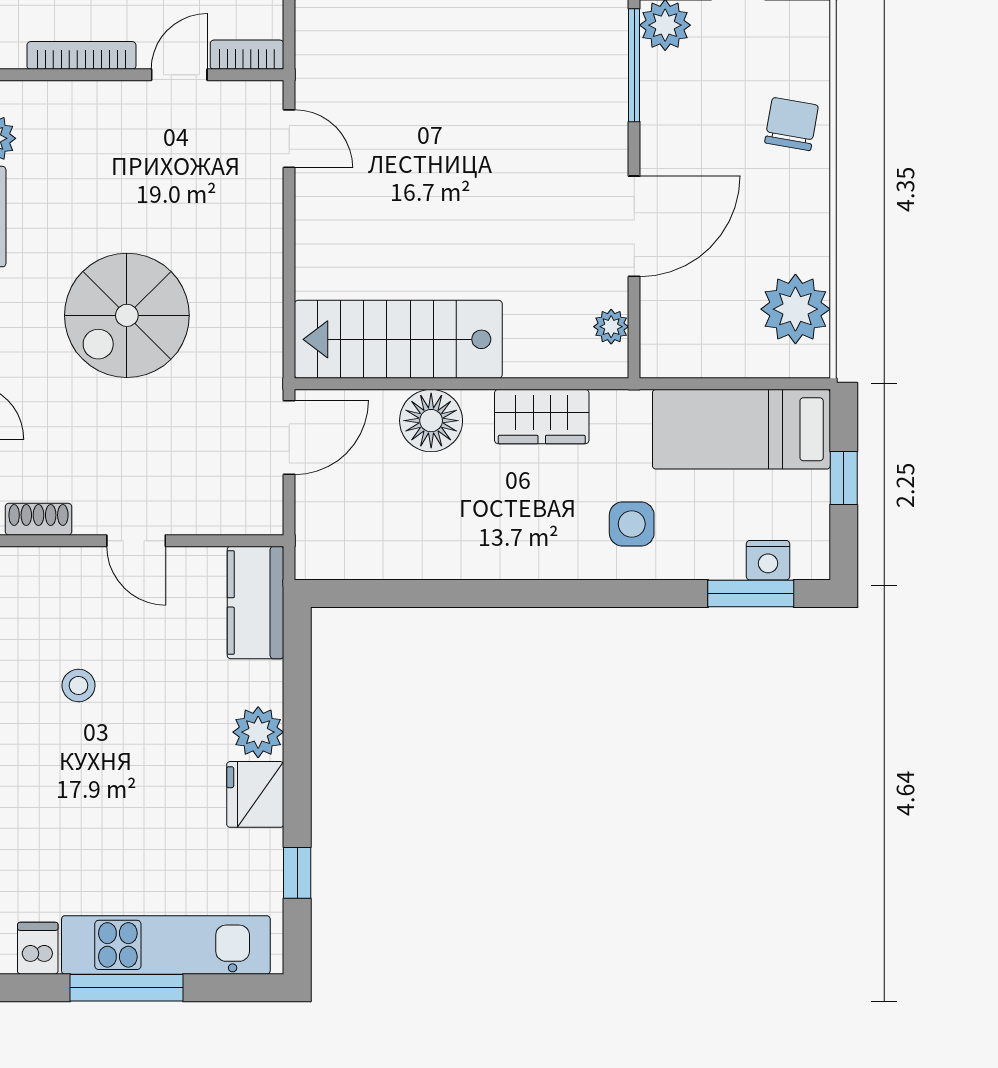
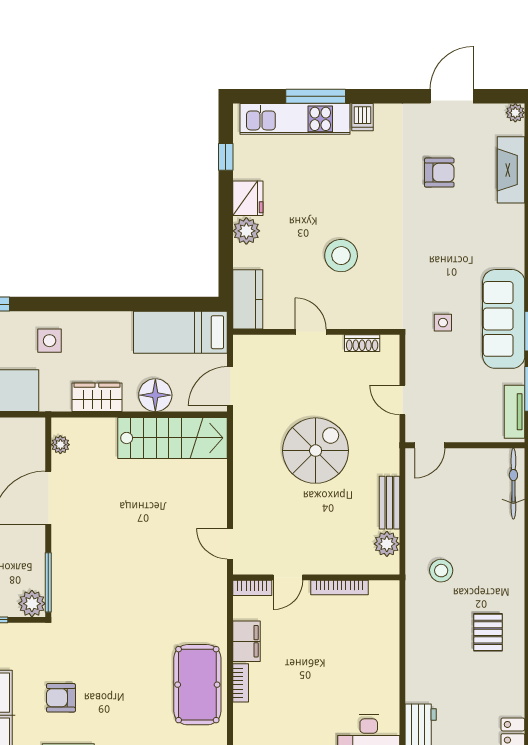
bed: (383, 540) -> (180, 332), added
stool: (78, 685) -> (341, 256), width x1.89, depth x1.89

